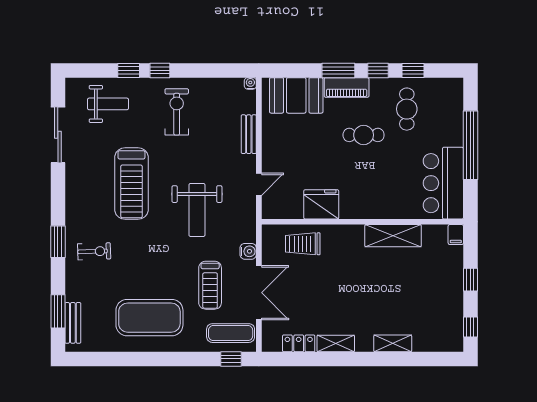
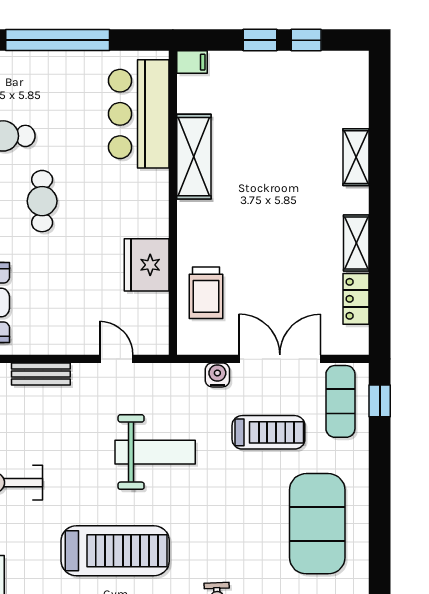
bar counter: (443, 183) -> (139, 114), moved, turned 90
window: (470, 327) -> (306, 40), moved

